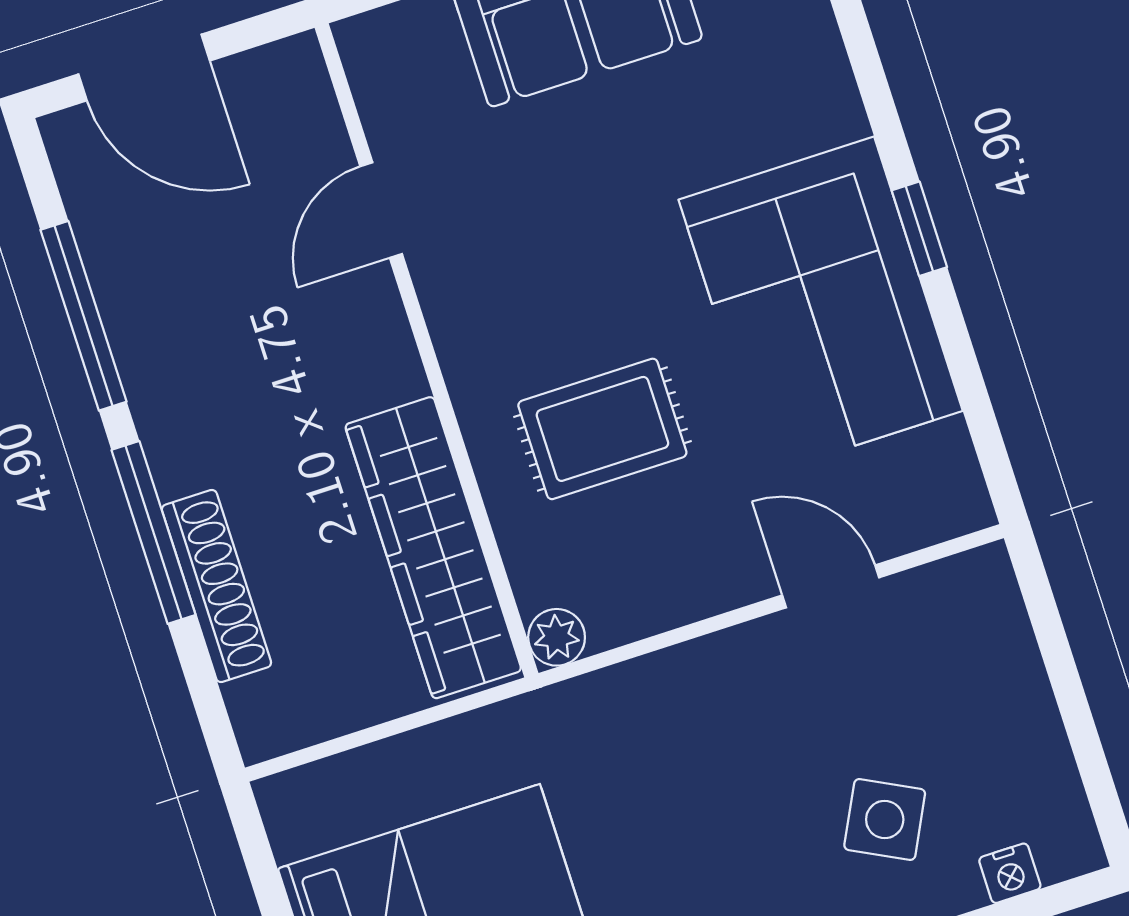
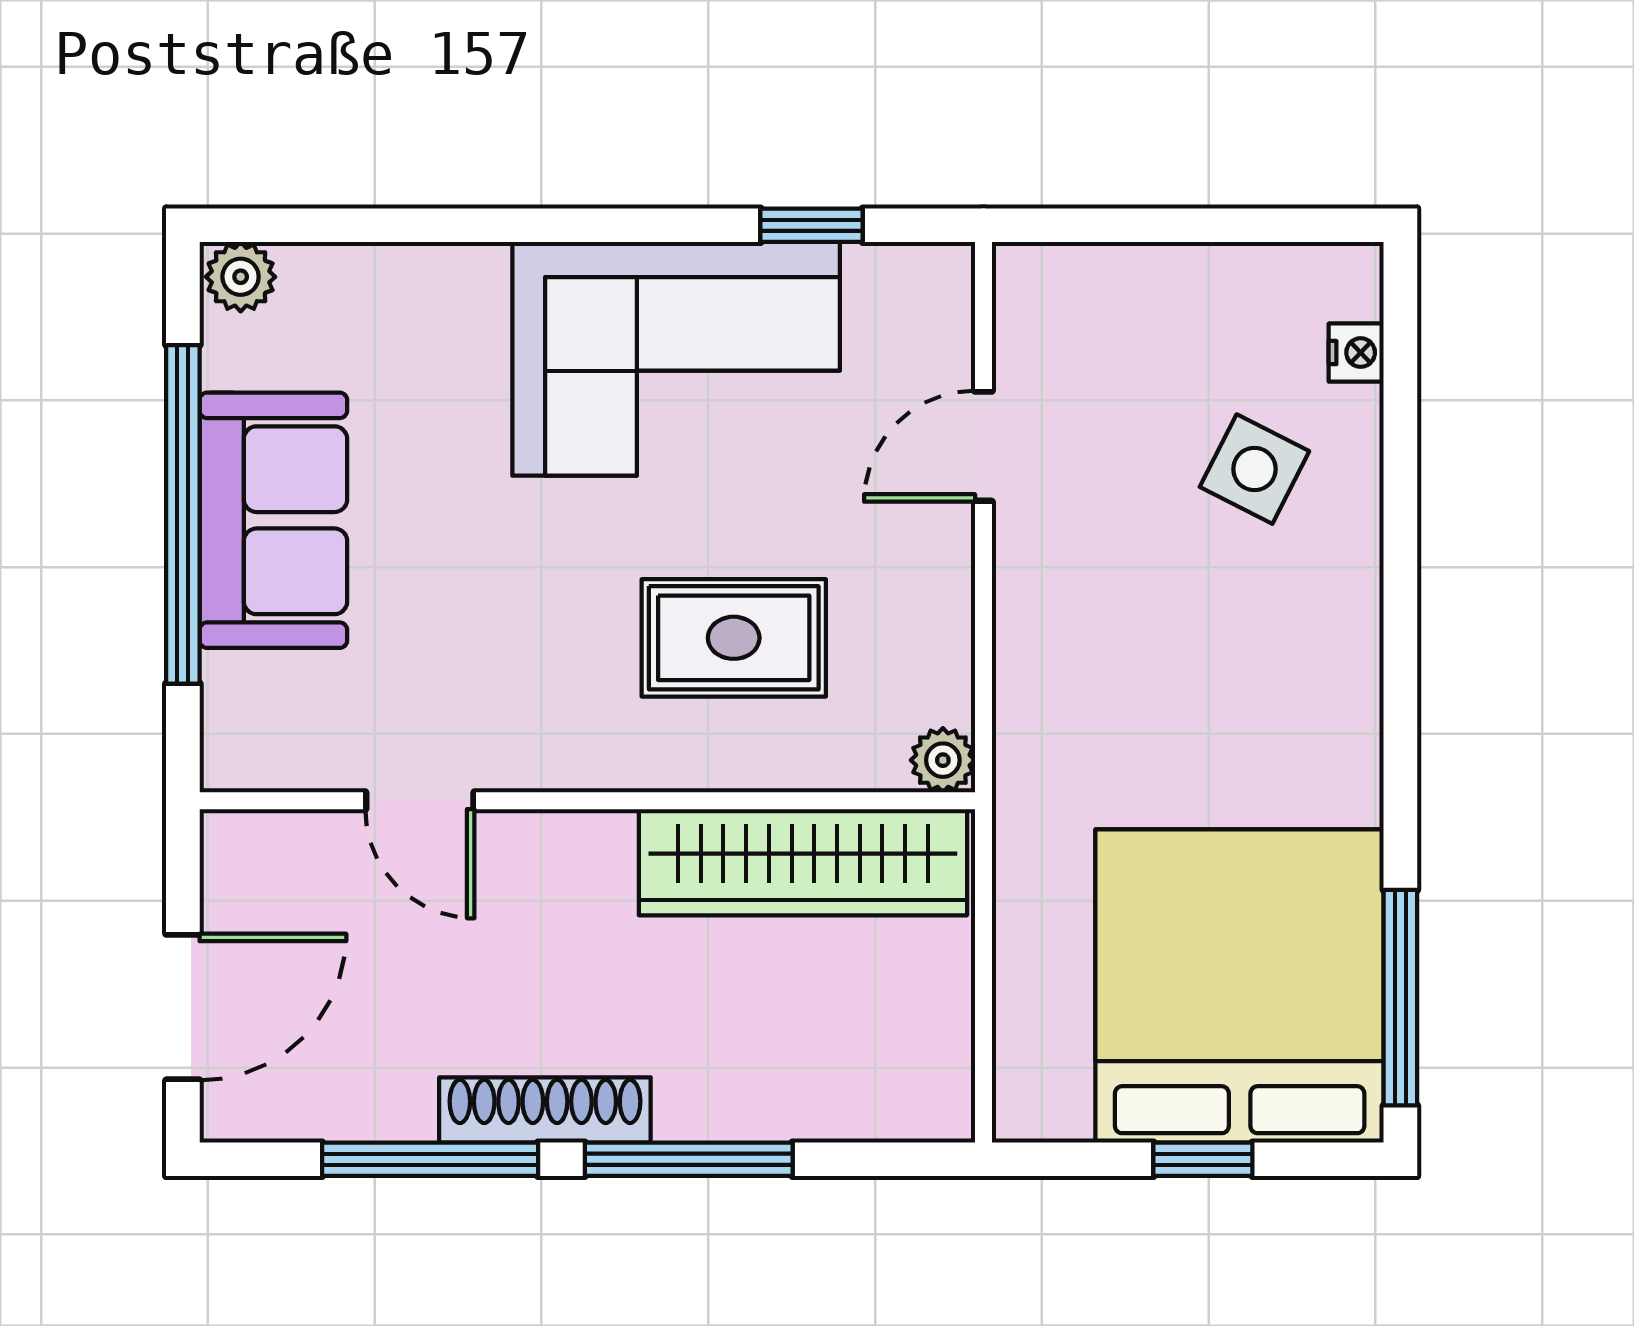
window: (919, 229) -> (812, 225), moved
rug: (602, 429) -> (734, 638), turned 90
shoe rack: (216, 586) -> (545, 1110), moved

